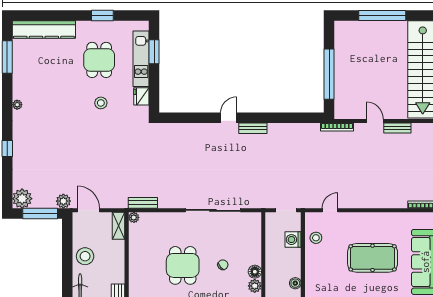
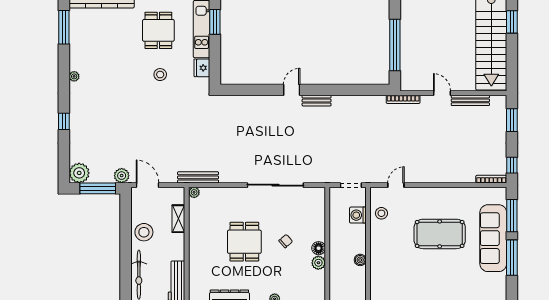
bench: (397, 128) -> (470, 100), width x1.36
bench: (143, 203) -> (198, 177), width x1.36
shelving: (119, 226) -> (178, 219), moved

